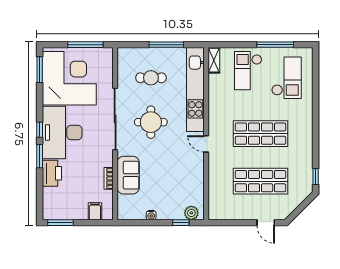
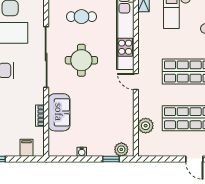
plant: (216, 189) -> (146, 126), added

